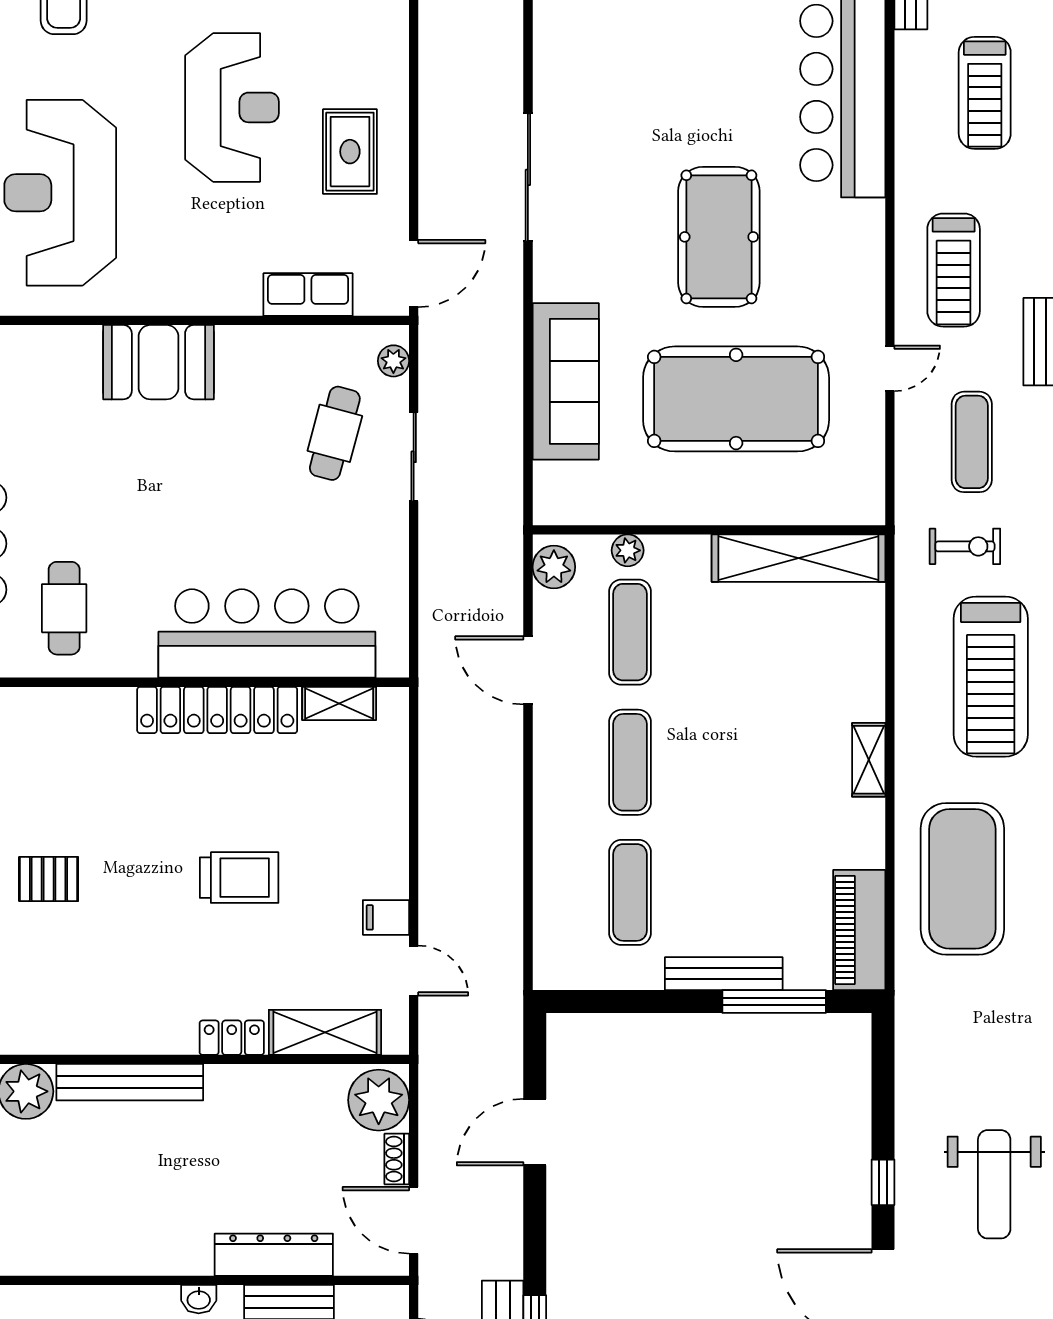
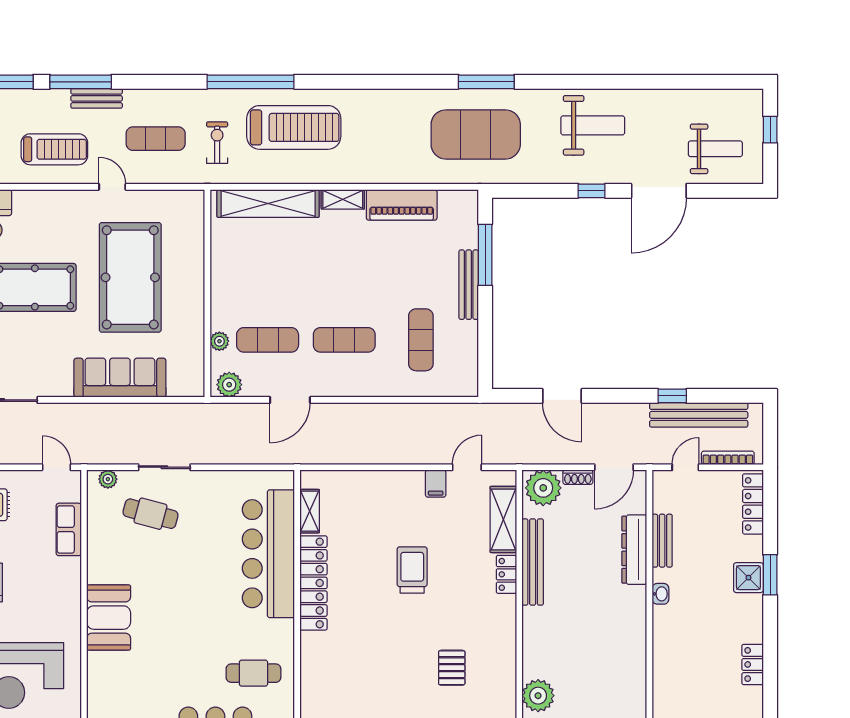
door: (414, 274) -> (56, 467), width x0.73
shelving: (798, 558) -> (268, 203), moved, turned 90
pallet: (49, 879) -> (452, 668), moved
exercise mat: (962, 879) -> (476, 134), moved
exercise mat: (630, 892) -> (421, 340), turned 90
piano: (859, 930) -> (402, 205), moved
bench: (130, 1082) -> (533, 562), moved

